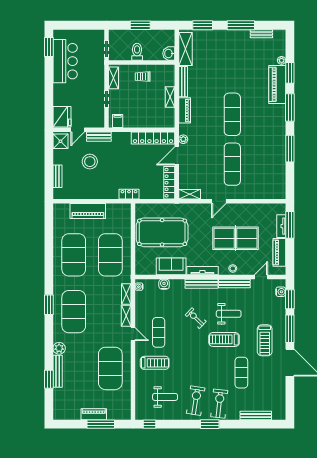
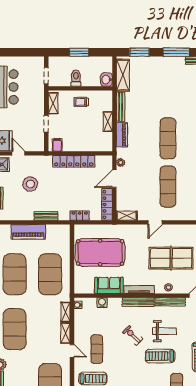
door: (78, 130) -> (19, 153), swing flipped
bench: (99, 137) -> (46, 216), moved
locker: (153, 138) -> (74, 161), moved
locker: (129, 194) -> (80, 216), moved

